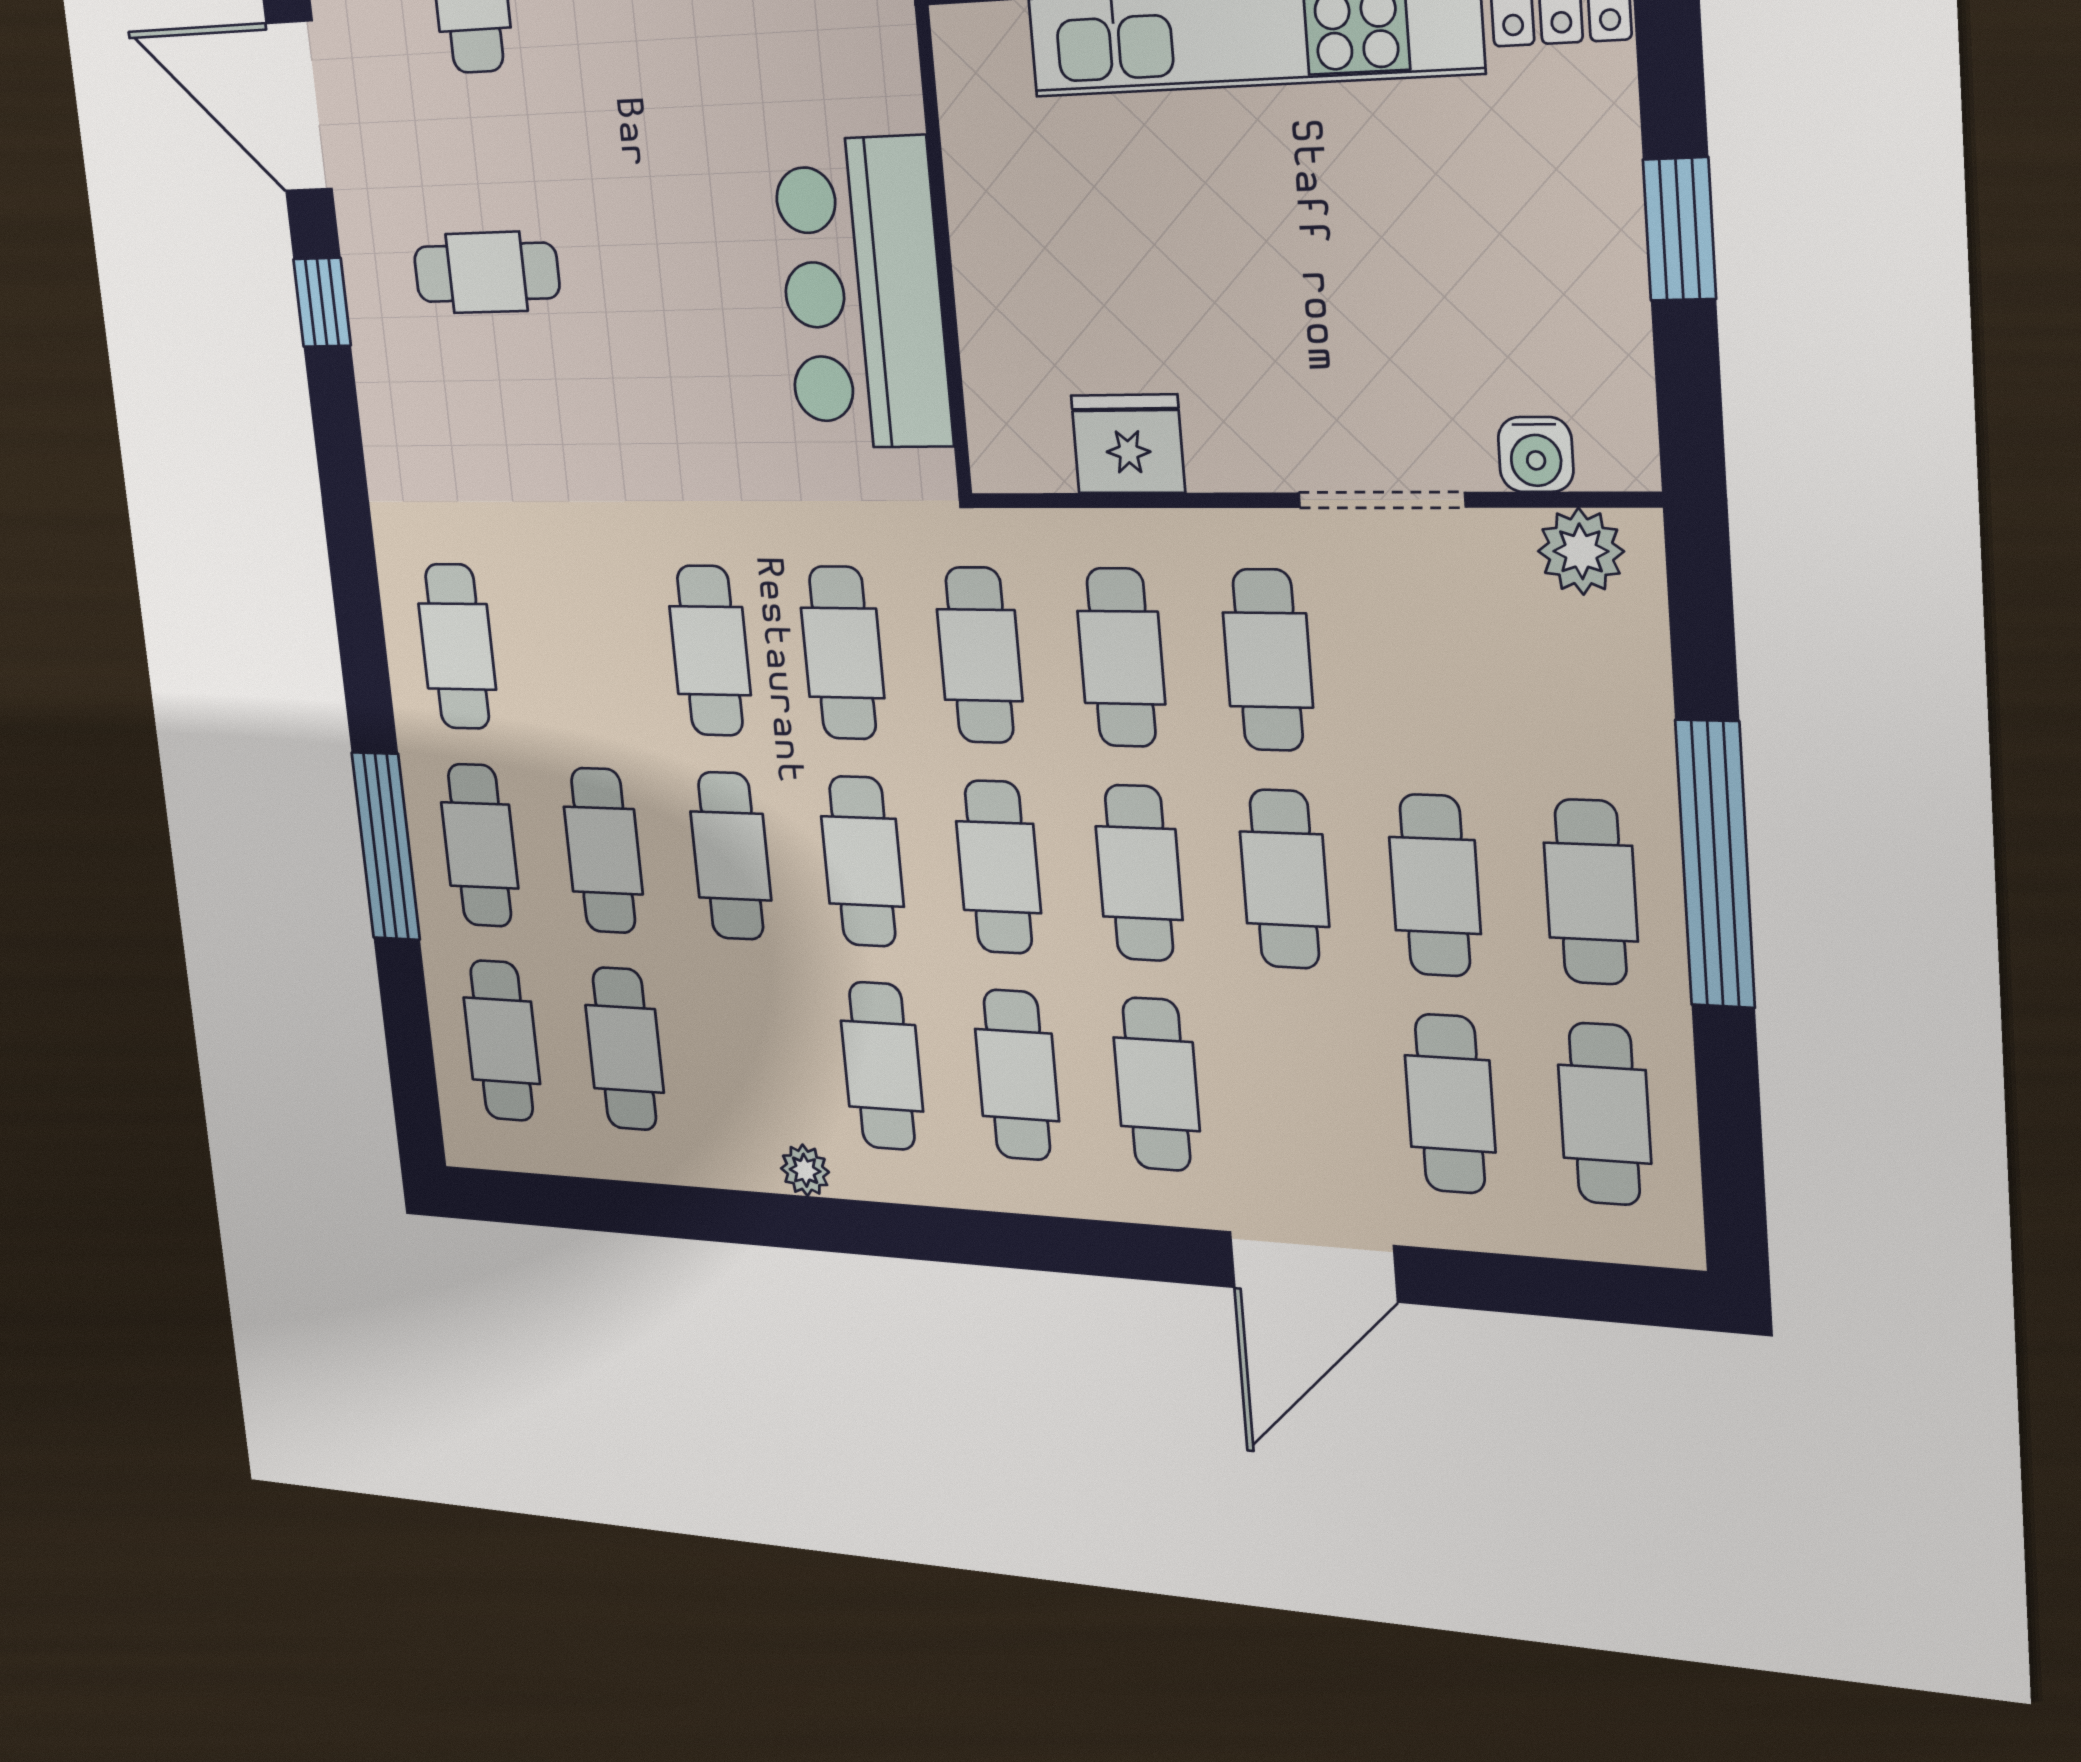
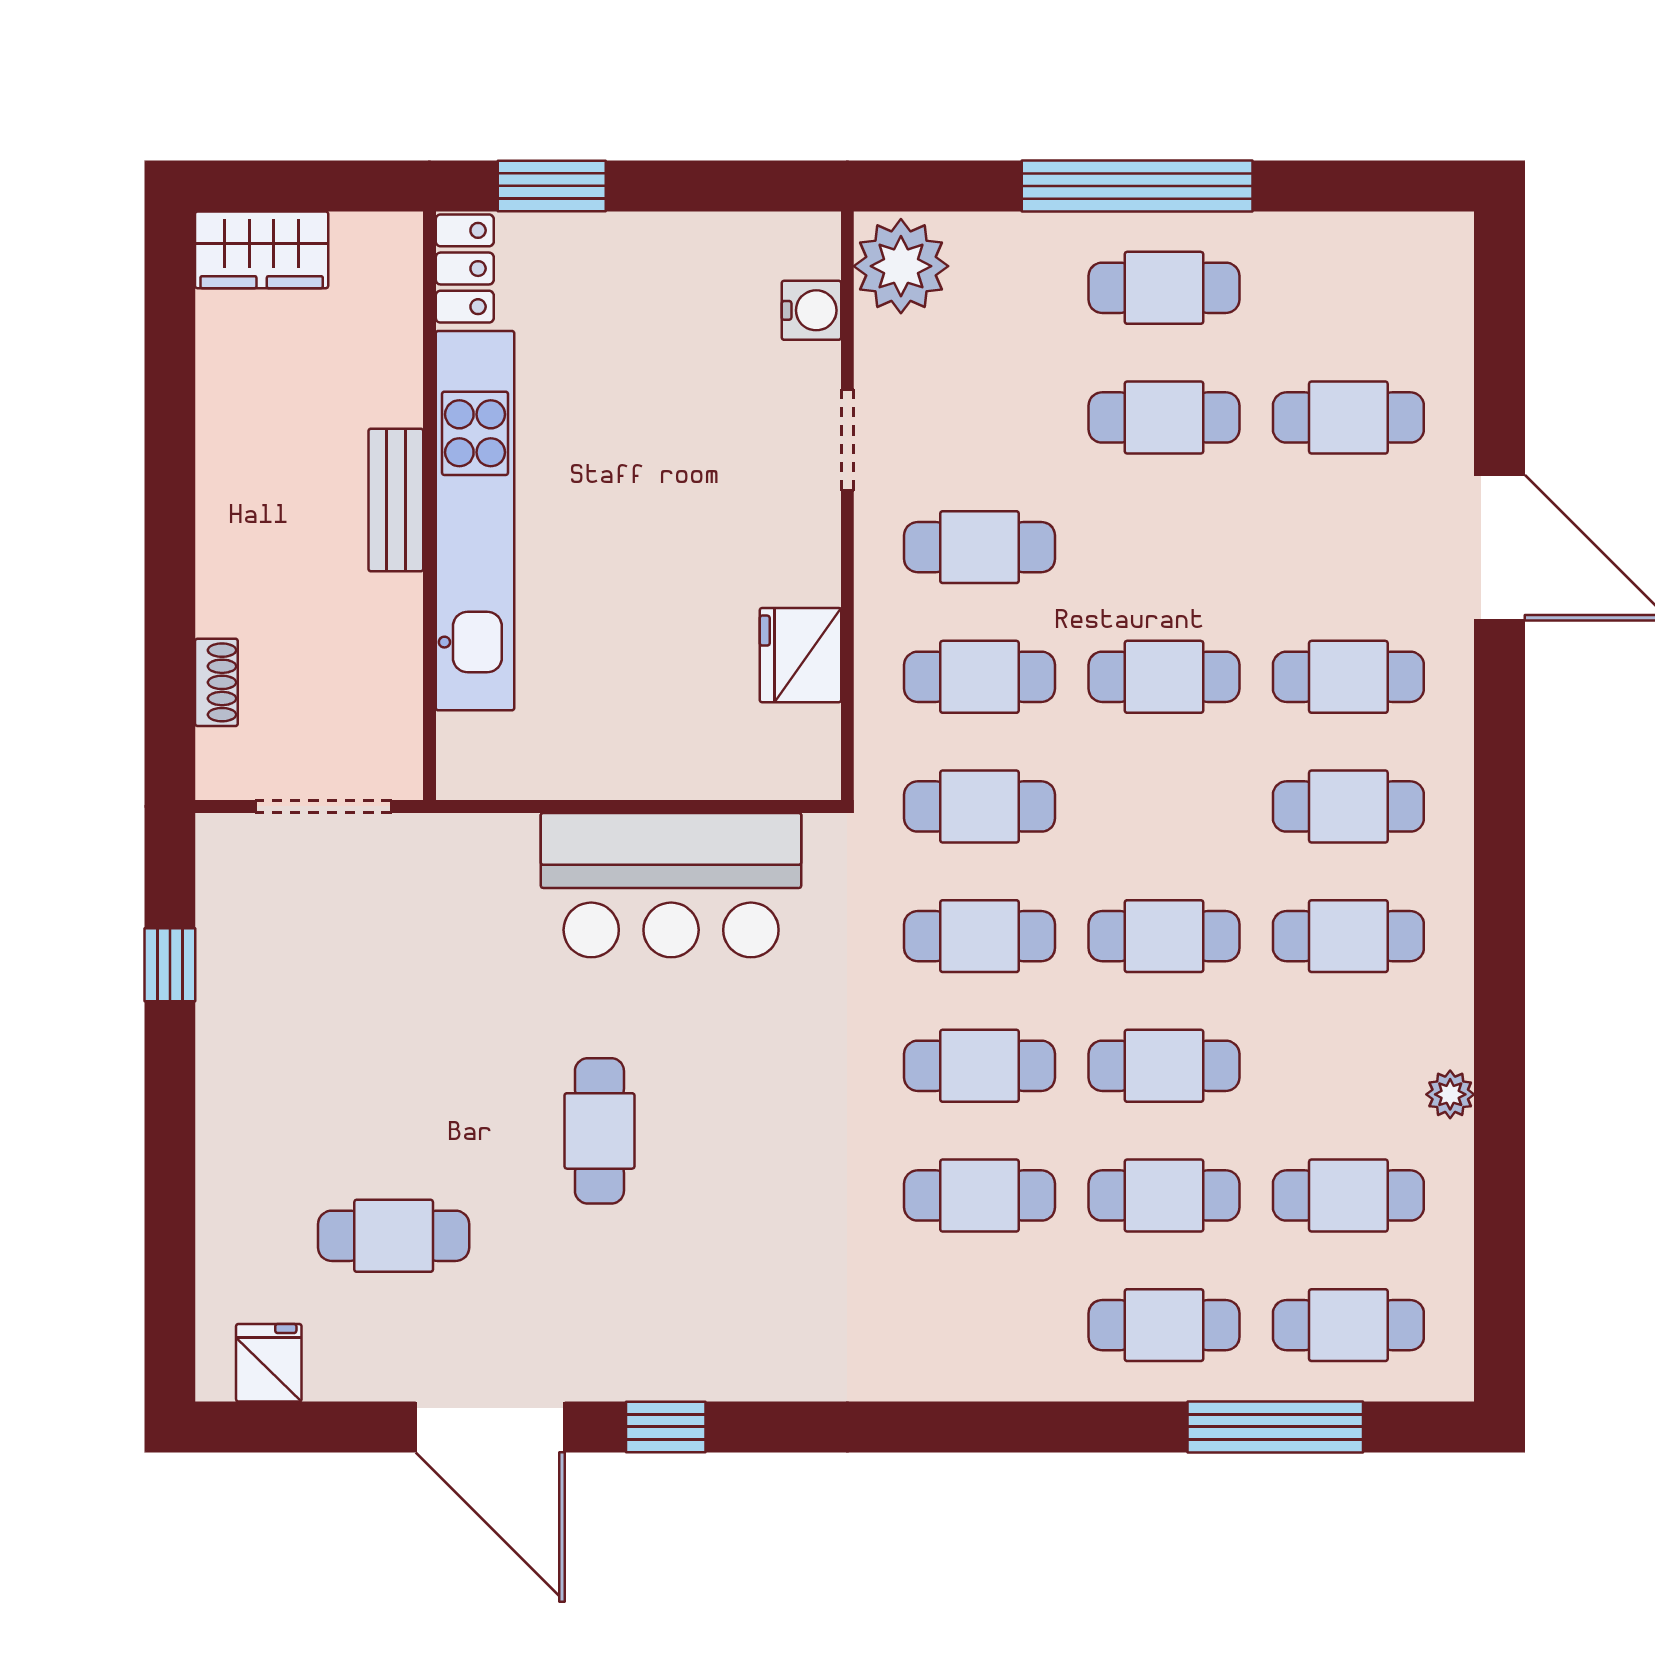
door: (299, 106) -> (490, 1427), hinge flipped
window: (1679, 229) -> (552, 186), moved
cafe table: (487, 272) -> (599, 1131), moved
doorway: (1381, 500) -> (847, 440), width x0.73
plant: (1581, 551) -> (901, 266), width x1.36, depth x1.36
cafe table: (457, 646) -> (980, 1195), moved
window: (386, 846) -> (1275, 1427), moved
cafe table: (998, 867) -> (1164, 806), removed
cafe table: (1284, 879) -> (1164, 547), removed
cafe table: (1605, 1114) -> (1348, 288), removed
plant: (805, 1170) -> (1450, 1094), moved

